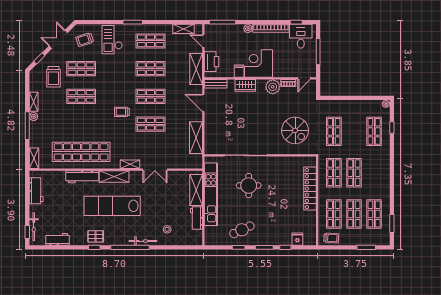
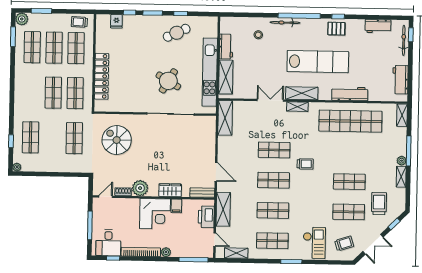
shelving: (196, 138) -> (225, 118), moved
shelving: (114, 177) -> (302, 93), moved
round table: (249, 186) -> (168, 81), turned 31
plant: (384, 240) -> (22, 19), added

